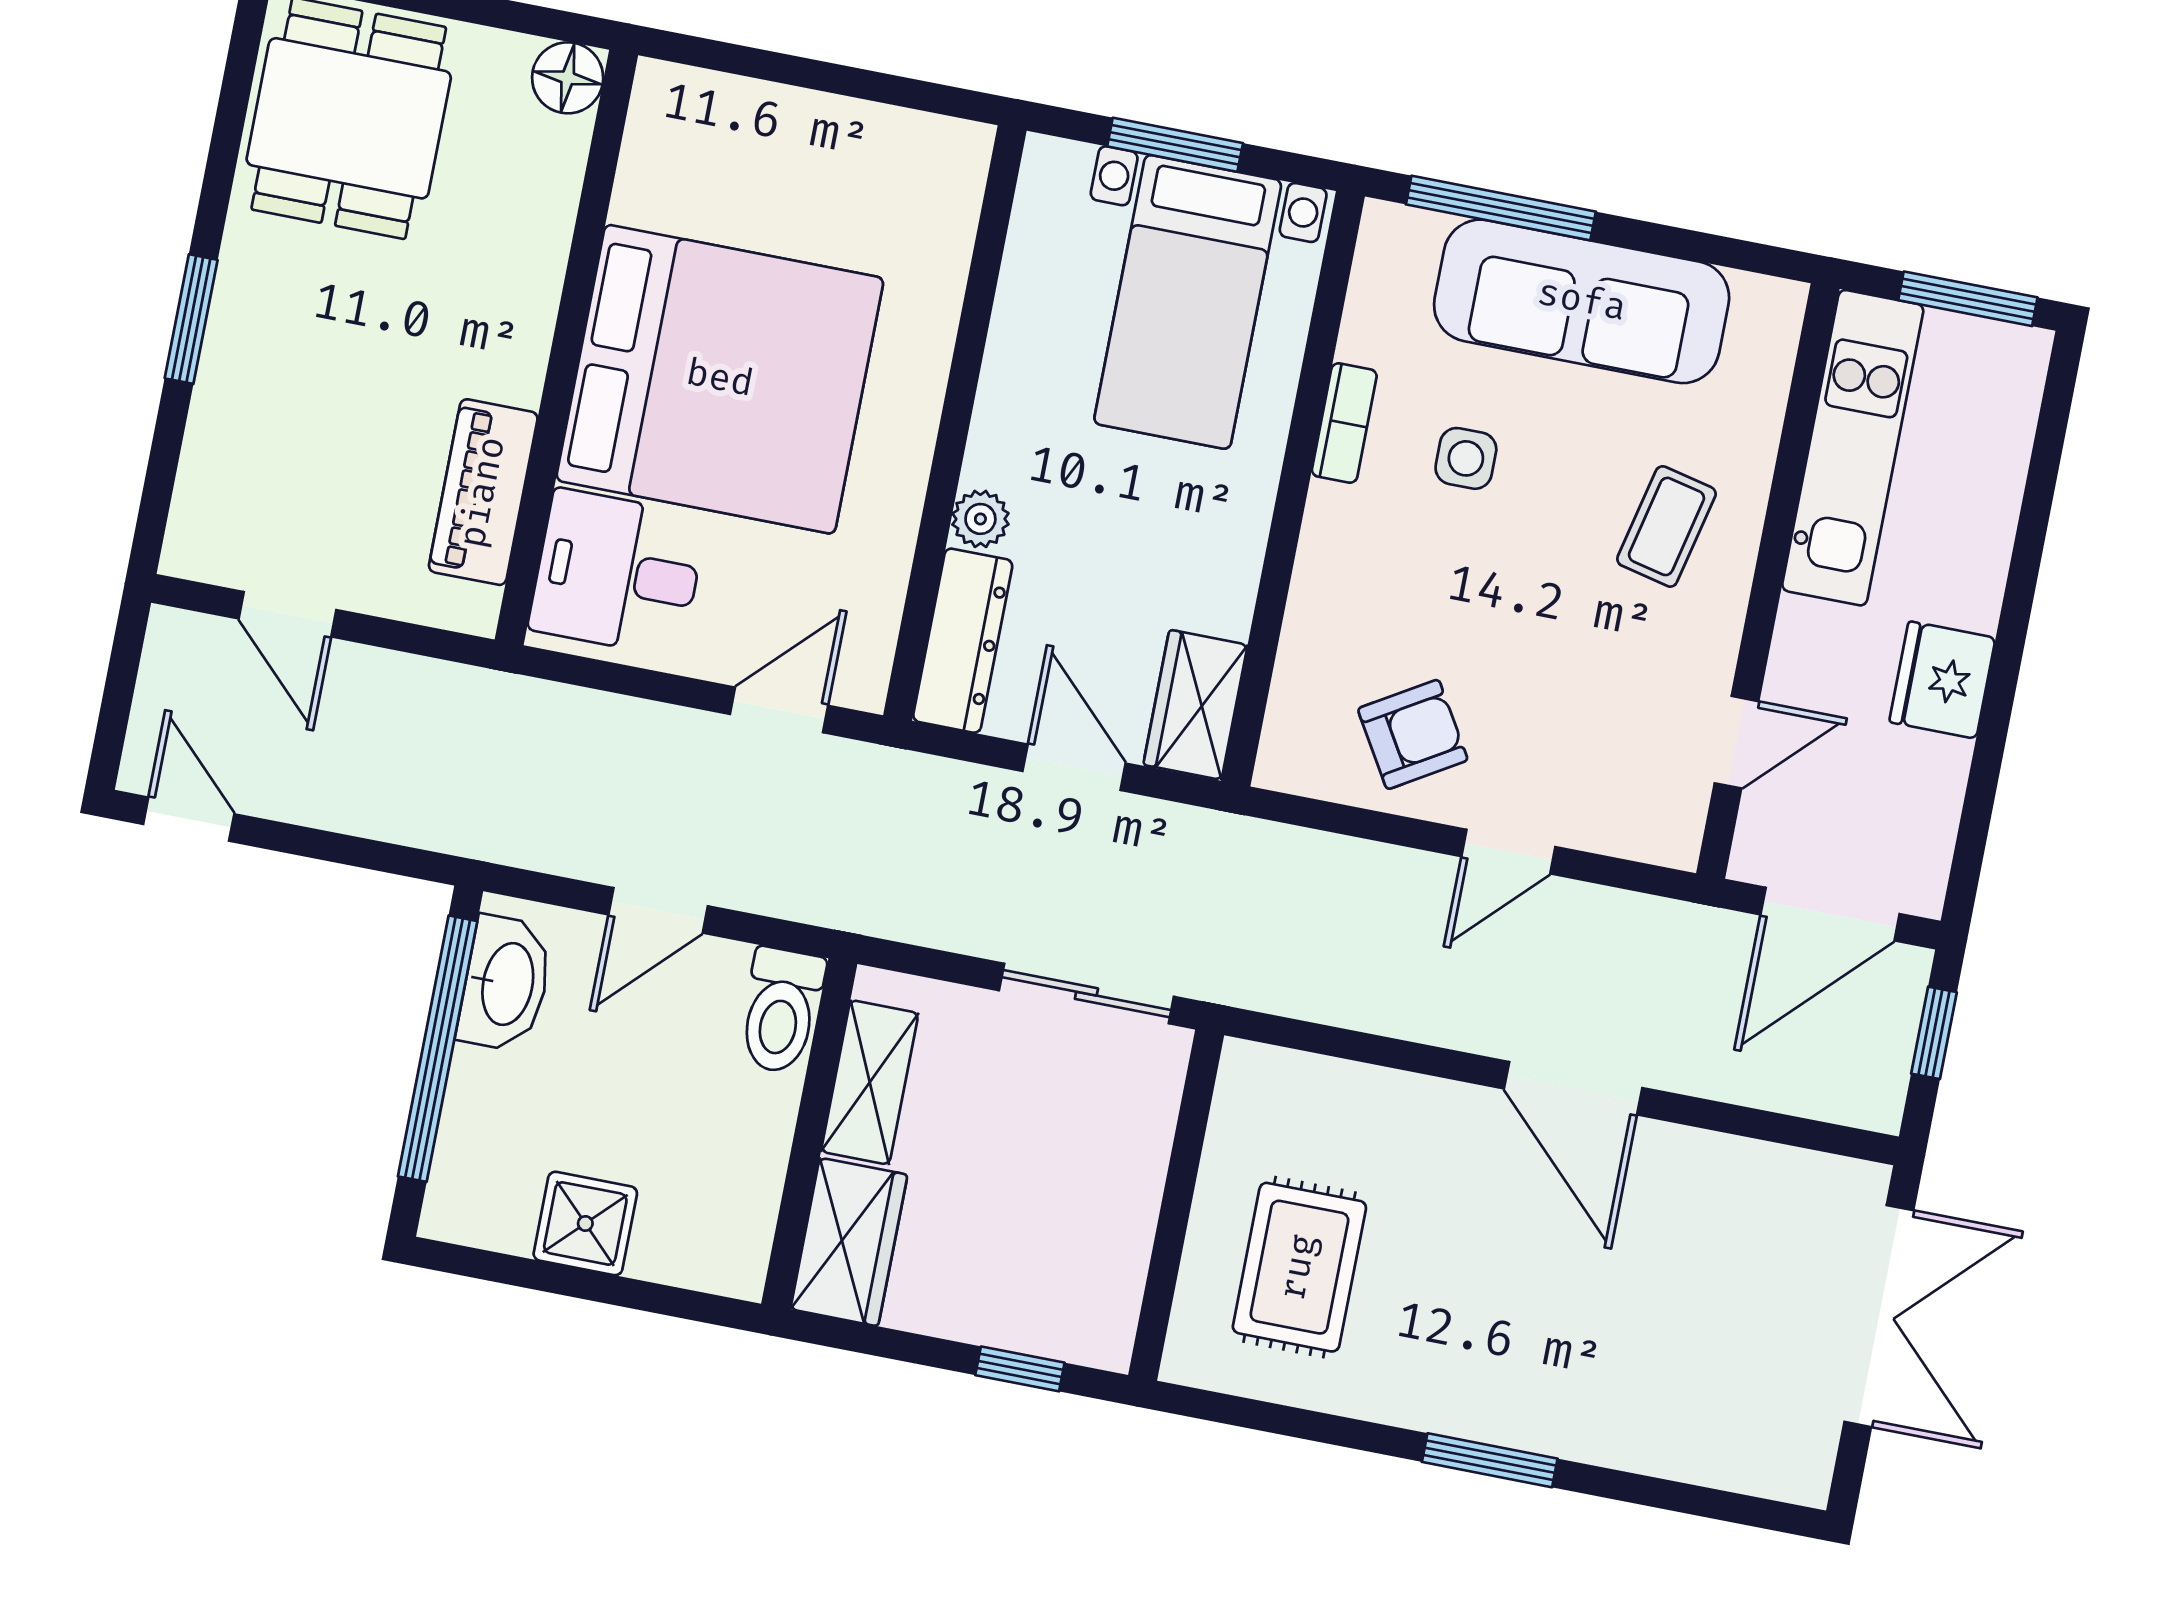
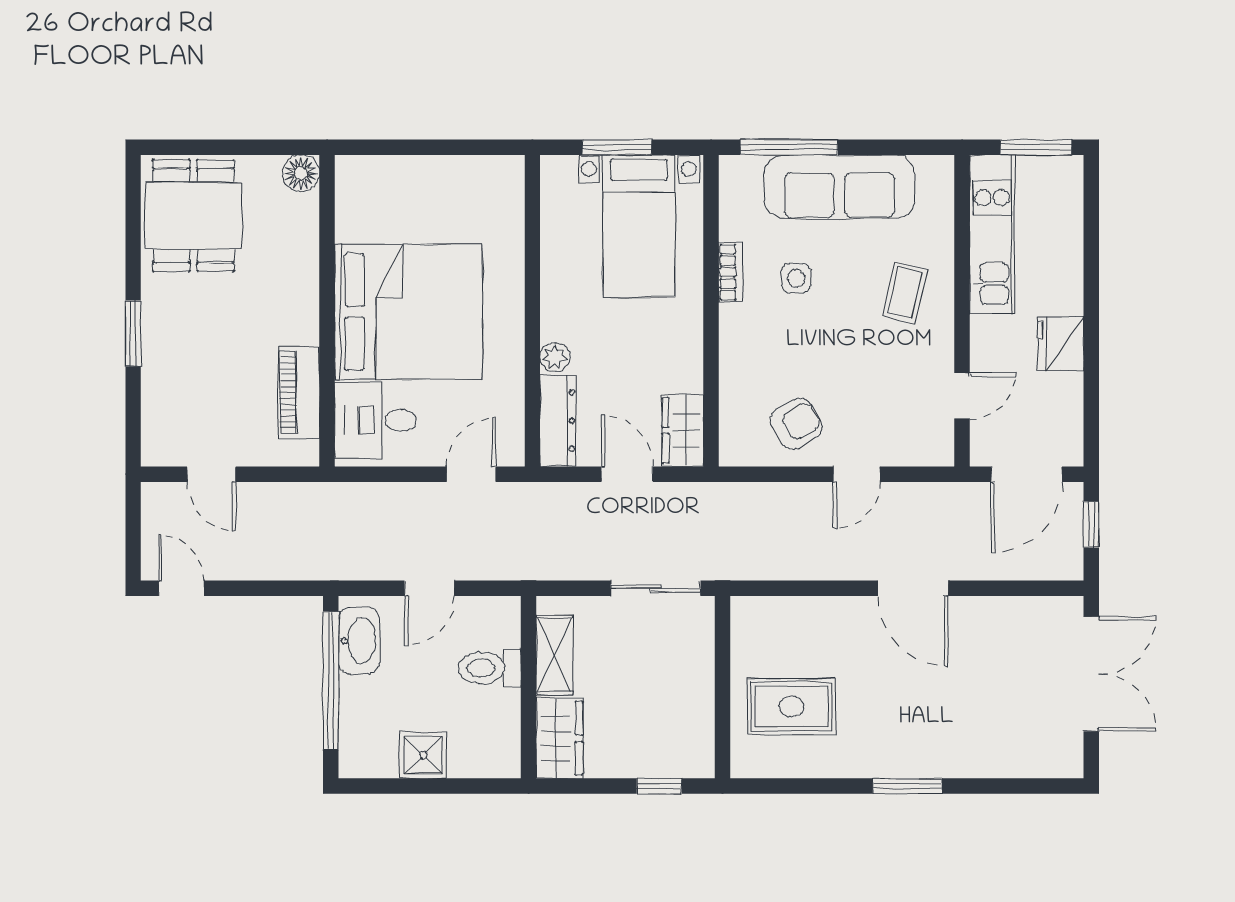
toilet: (781, 1010) -> (490, 668), moved, turned 90
rug: (1299, 1267) -> (791, 706), turned 90

